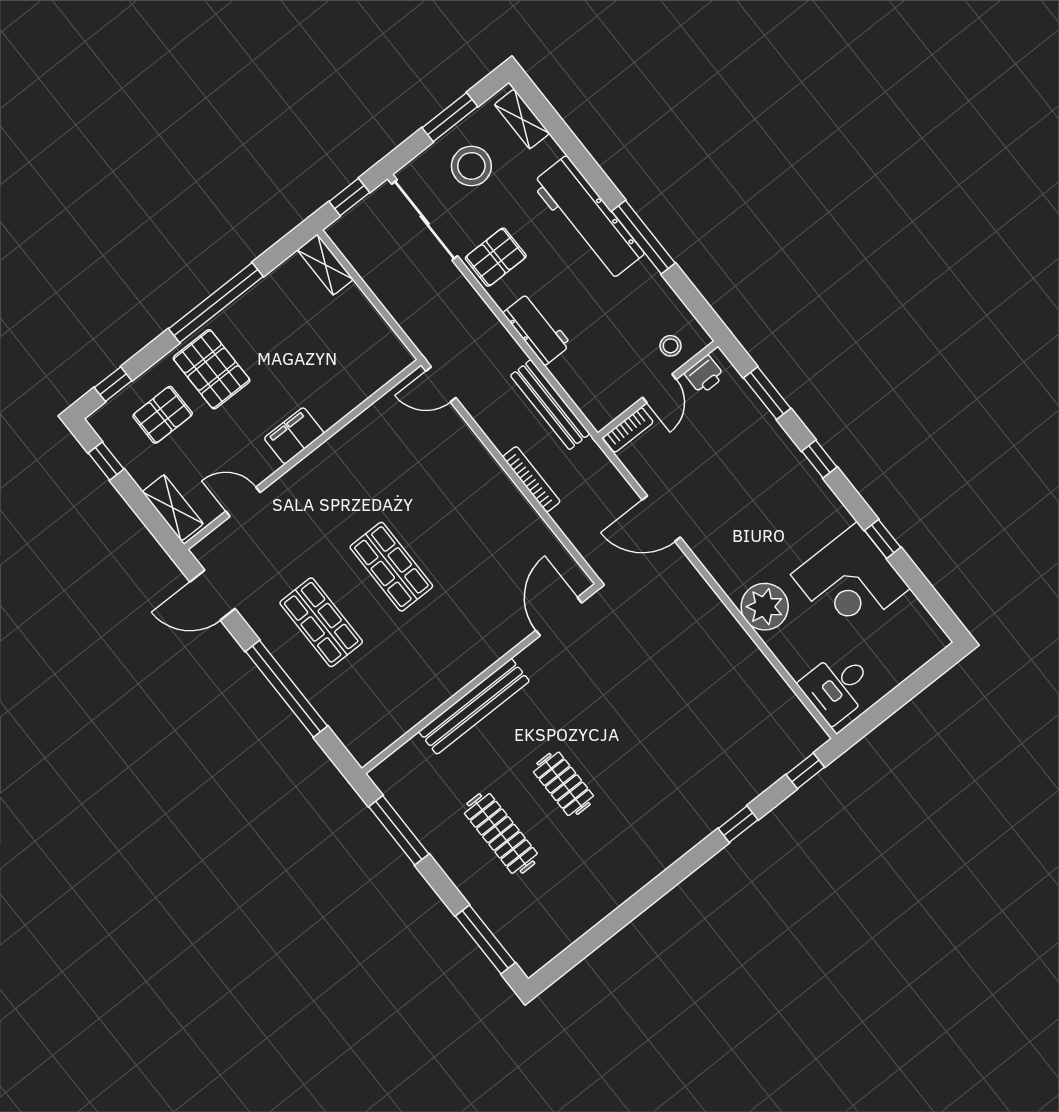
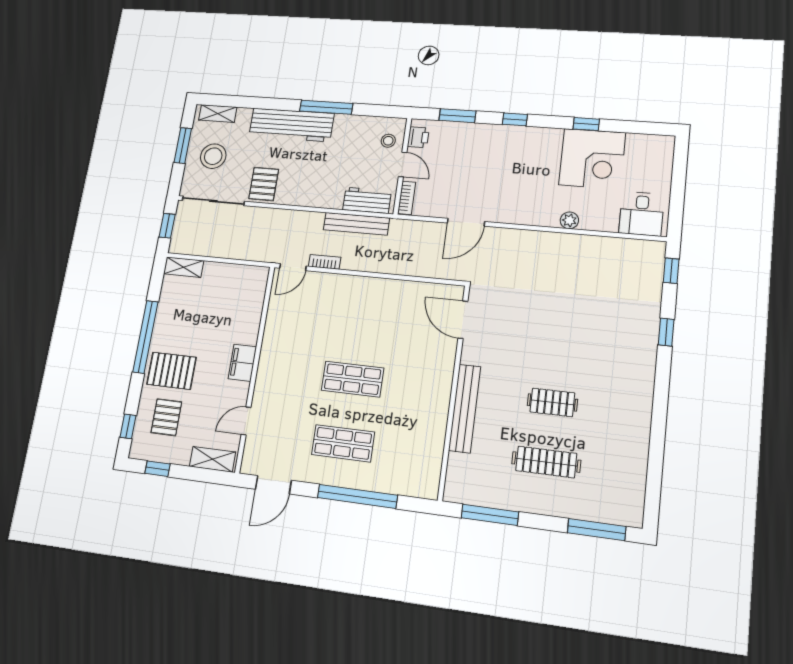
workbench: (537, 329) -> (367, 200), moved
bookcase: (531, 479) -> (325, 262), moved, width x0.64
plant: (765, 607) -> (569, 220), width x0.53, depth x0.53

